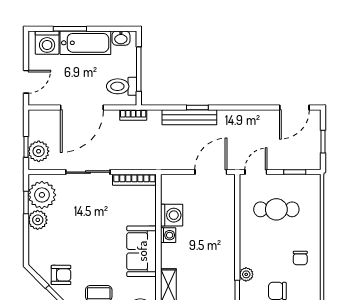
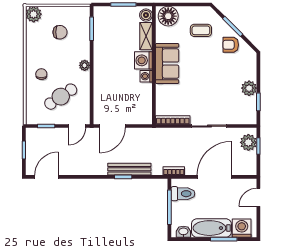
plant: (42, 195) -> (246, 108), removed
cafe table: (276, 209) -> (61, 97), turned -34
washing machine: (172, 215) -> (143, 60), moved
chair: (300, 258) -> (41, 74), moved
plant: (246, 274) -> (85, 65), moved

